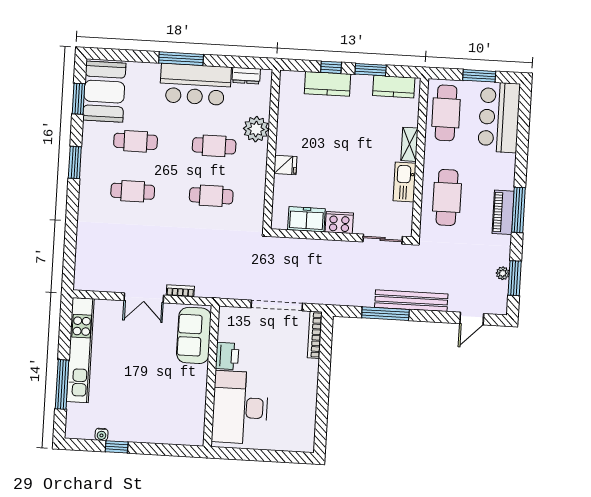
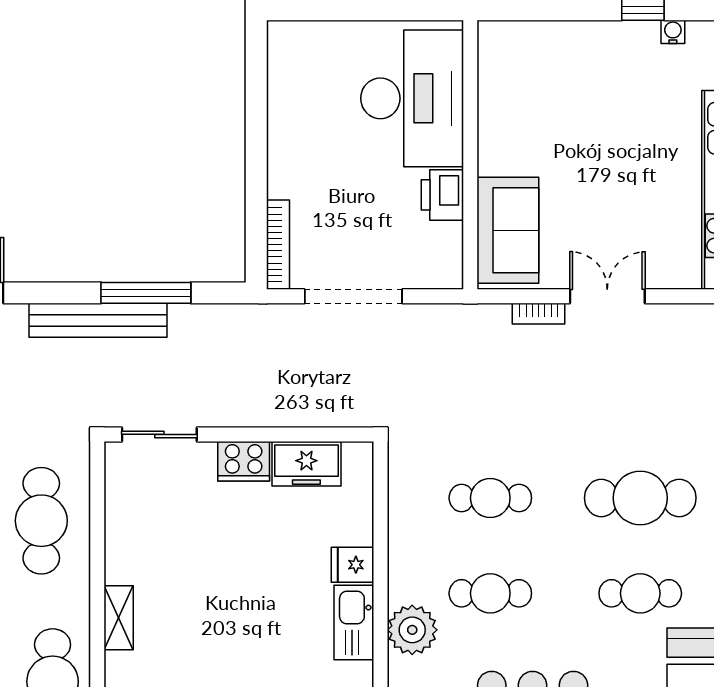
kitchen sink: (405, 182) -> (354, 622), moved, turned 180
cafe table: (133, 191) -> (640, 498), width x1.37, depth x1.35

